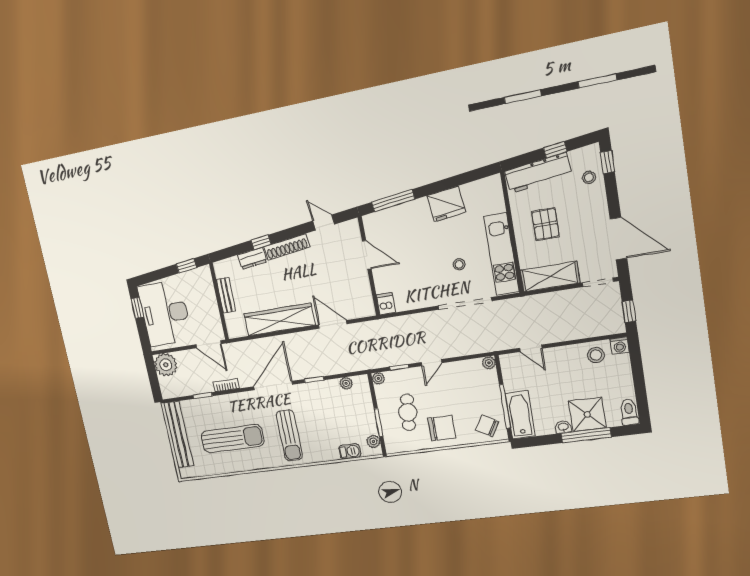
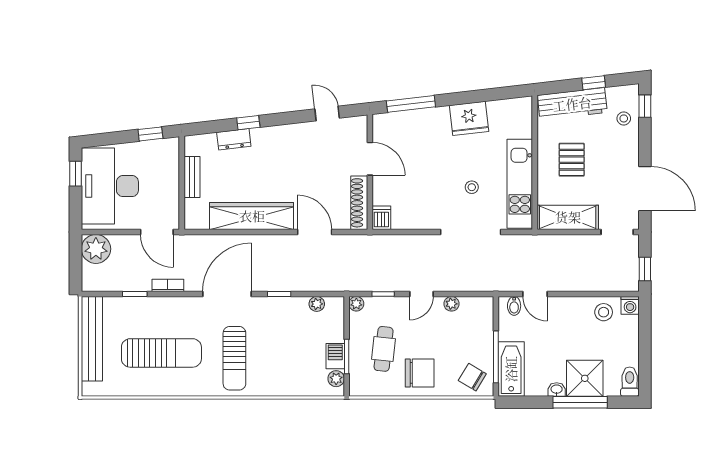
shoe rack: (287, 247) -> (359, 203), moved, turned 97
bidet: (514, 361) -> (514, 306), added
plant: (489, 363) -> (451, 304), moved
barbecue: (350, 451) -> (335, 356), moved, turned -90

